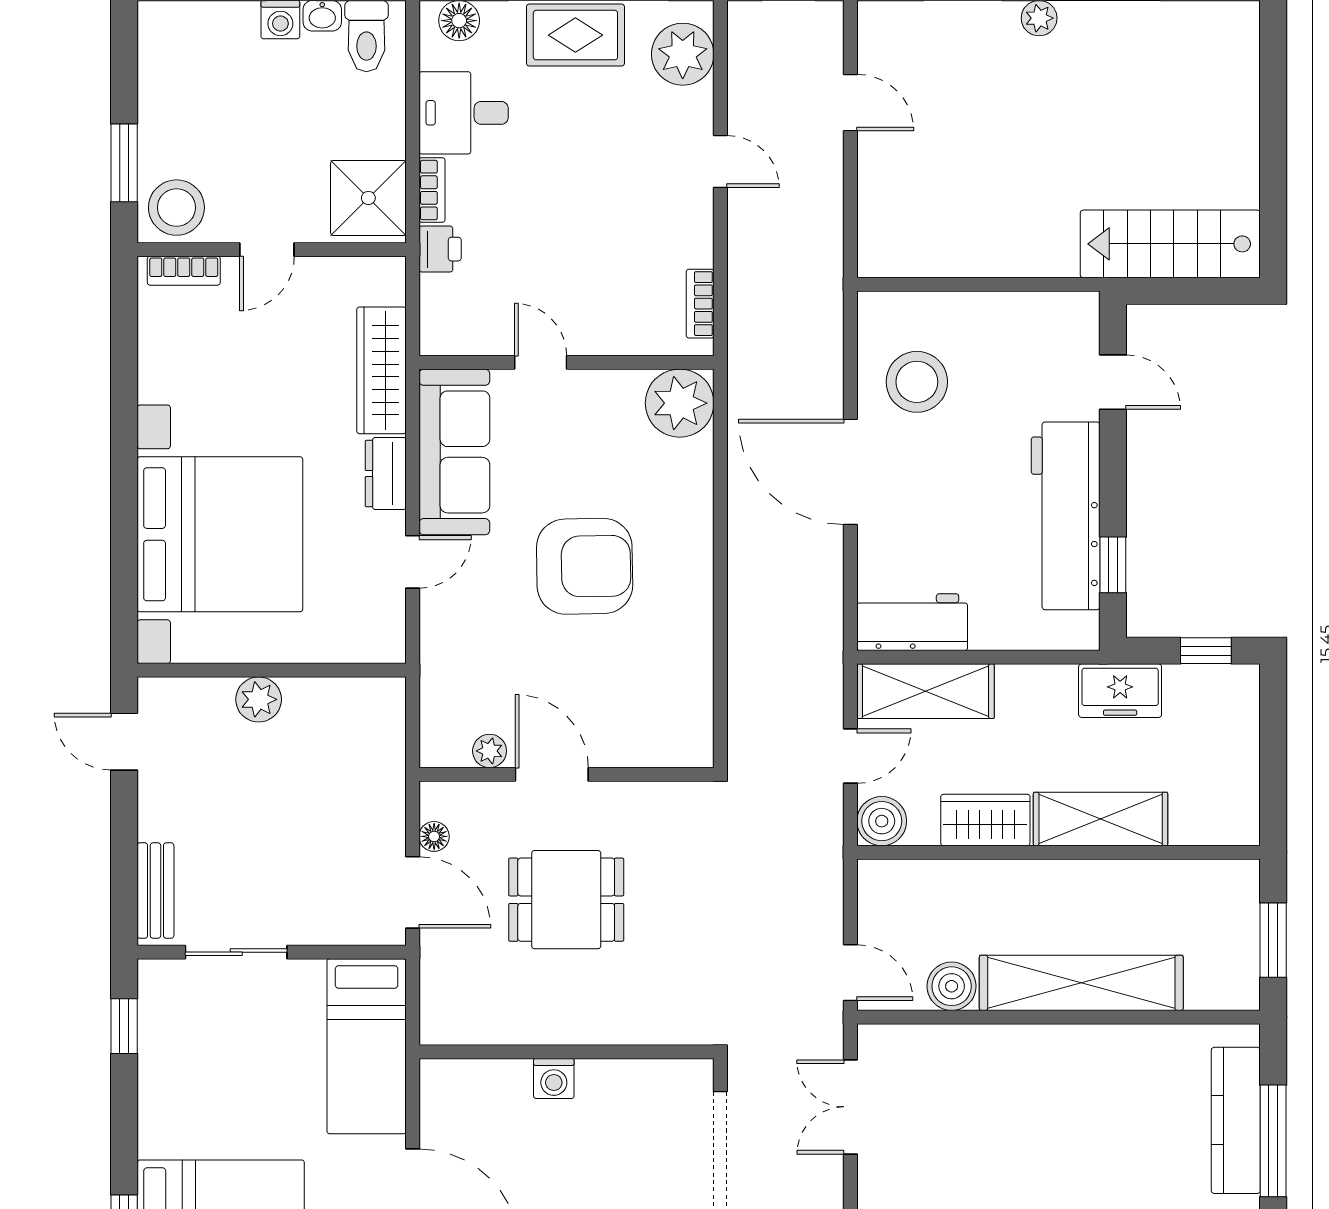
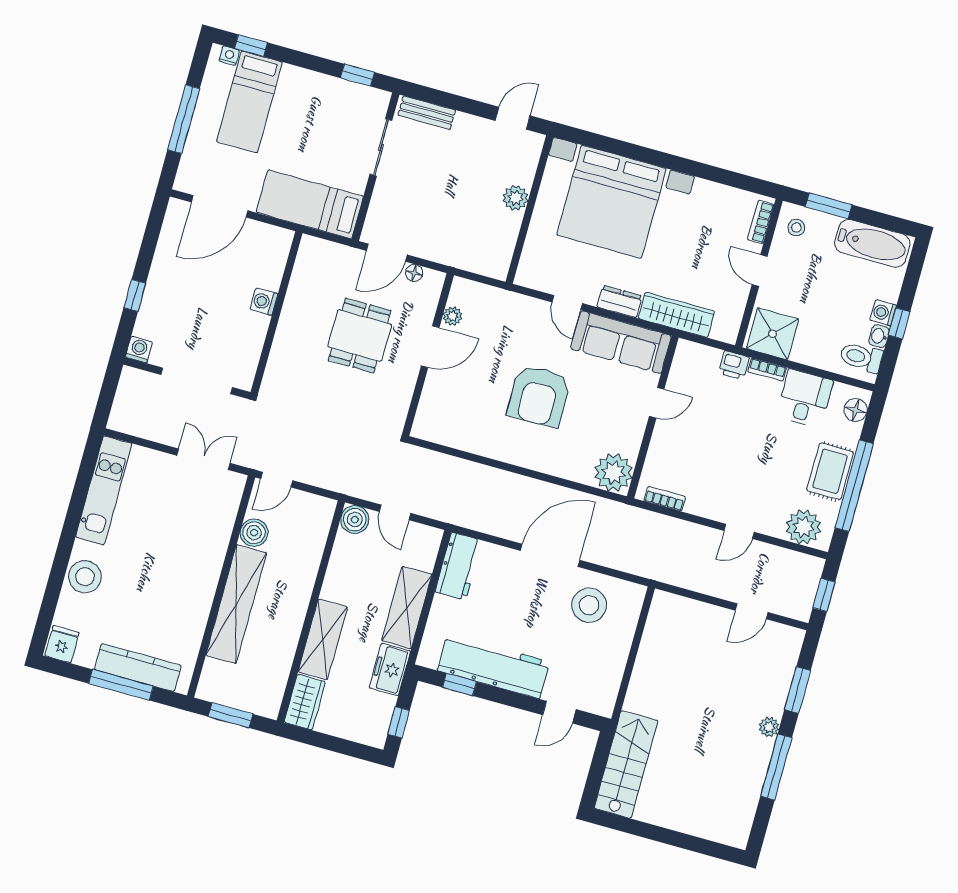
bathtub: (168, 71) -> (872, 243), added
stool: (176, 208) -> (796, 228), width x0.53, depth x0.53
shelving: (926, 691) -> (407, 607), moved
wardrobe: (985, 820) -> (305, 702), moved

